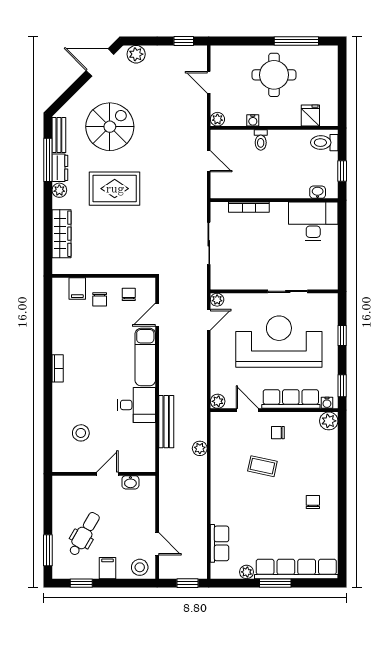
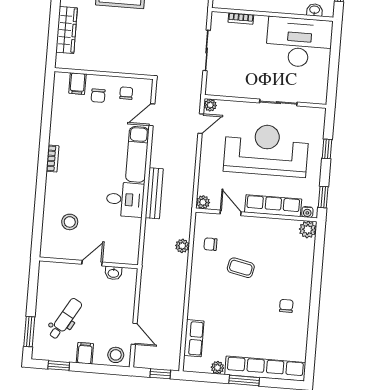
bookcase: (249, 207) -> (241, 18), width x0.64
desk: (313, 221) -> (299, 42), width x1.36, depth x1.30
bench: (166, 422) -> (154, 193), moved
chair: (278, 433) -> (210, 244), moved

